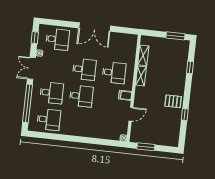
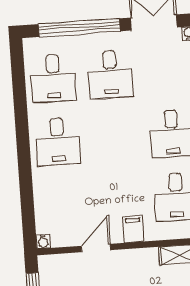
desk: (81, 96) -> (58, 142), moved
door: (131, 114) -> (96, 248), swing flipped

